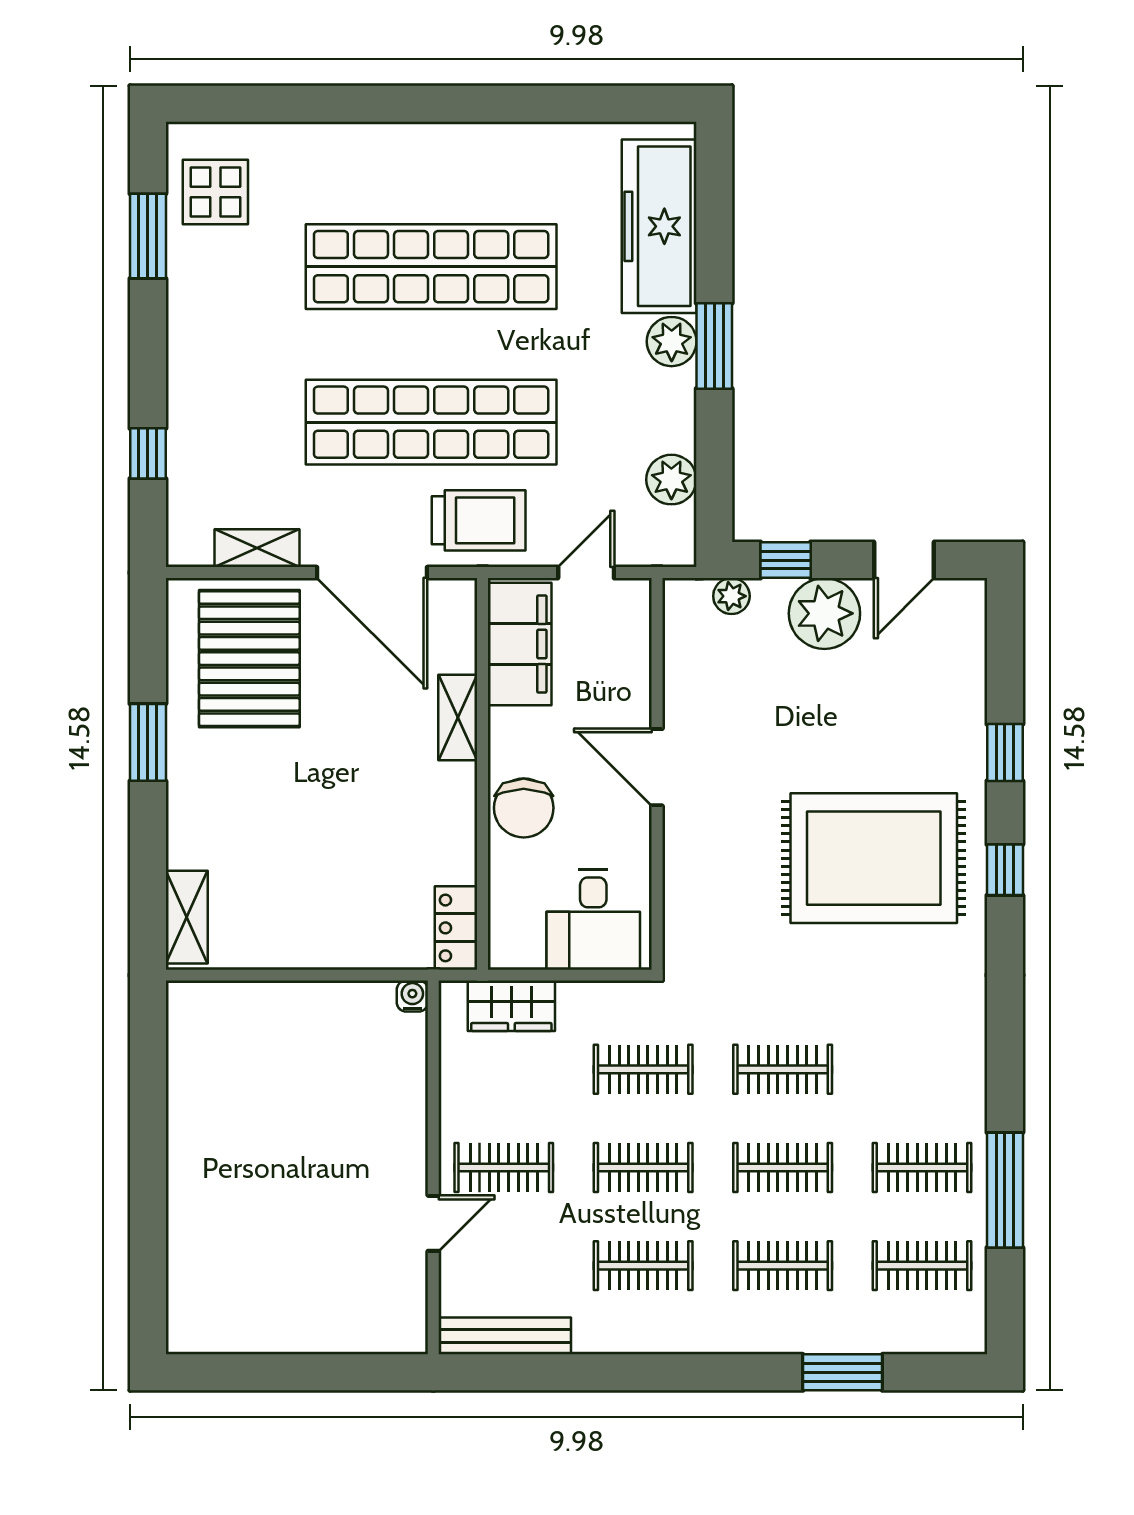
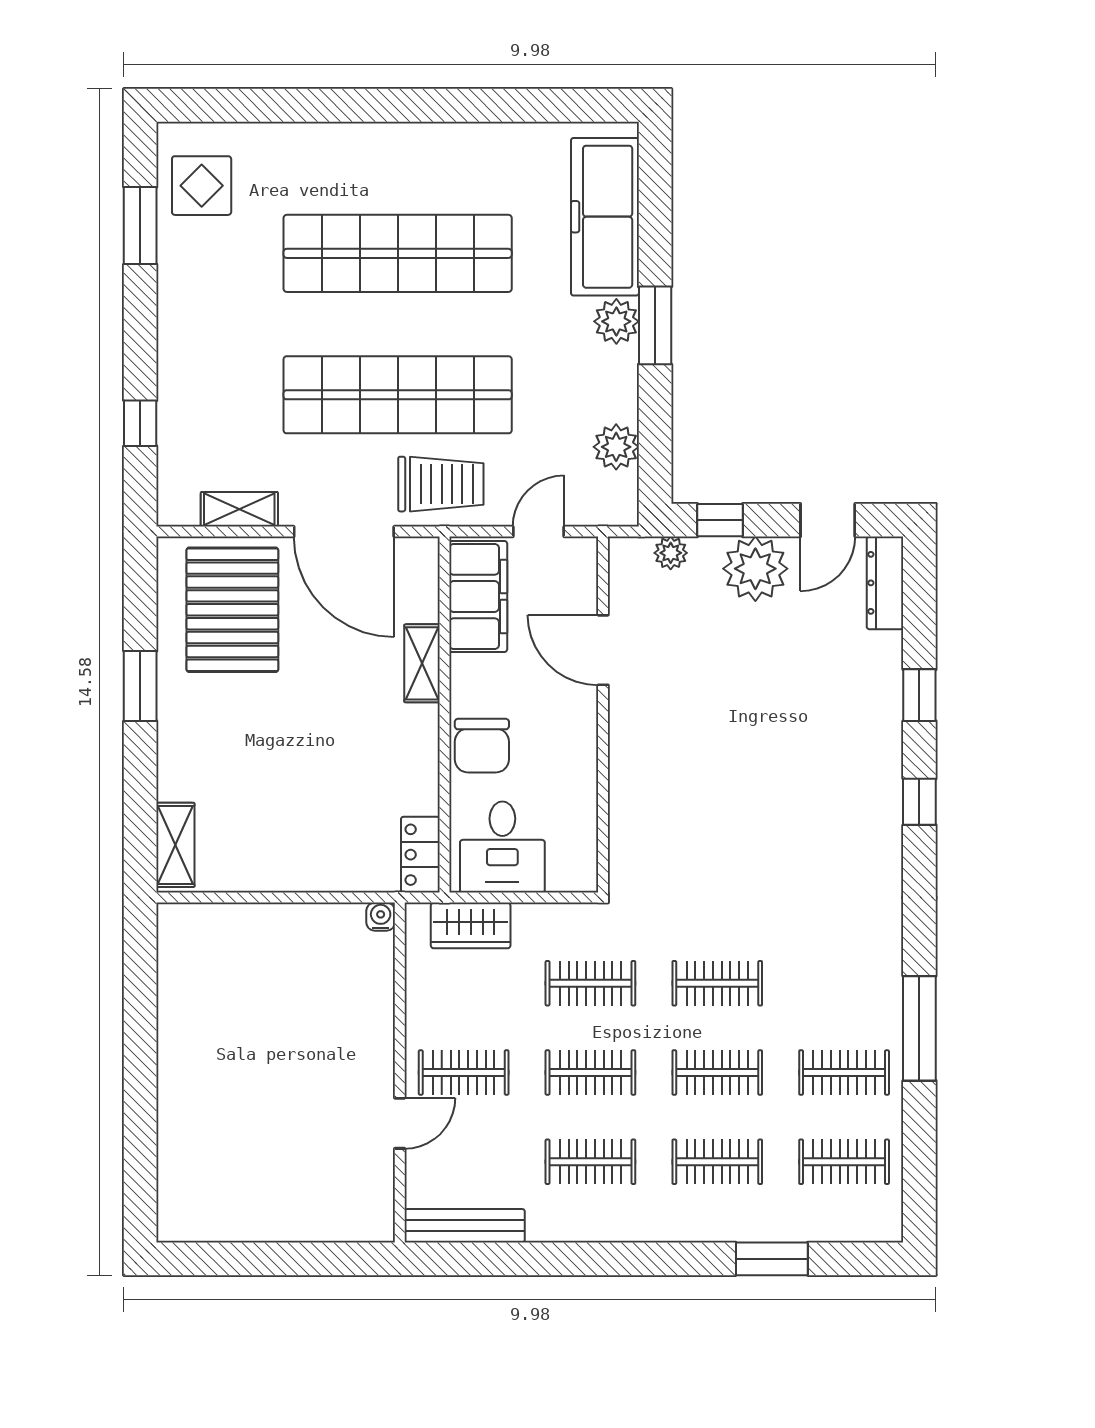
dresser: (967, 629) -> (885, 583), added
door: (657, 767) -> (603, 650), moved
rug: (874, 858) -> (800, 791), removed
desk: (593, 920) -> (502, 847), moved
window: (1005, 1190) -> (919, 1028), moved

